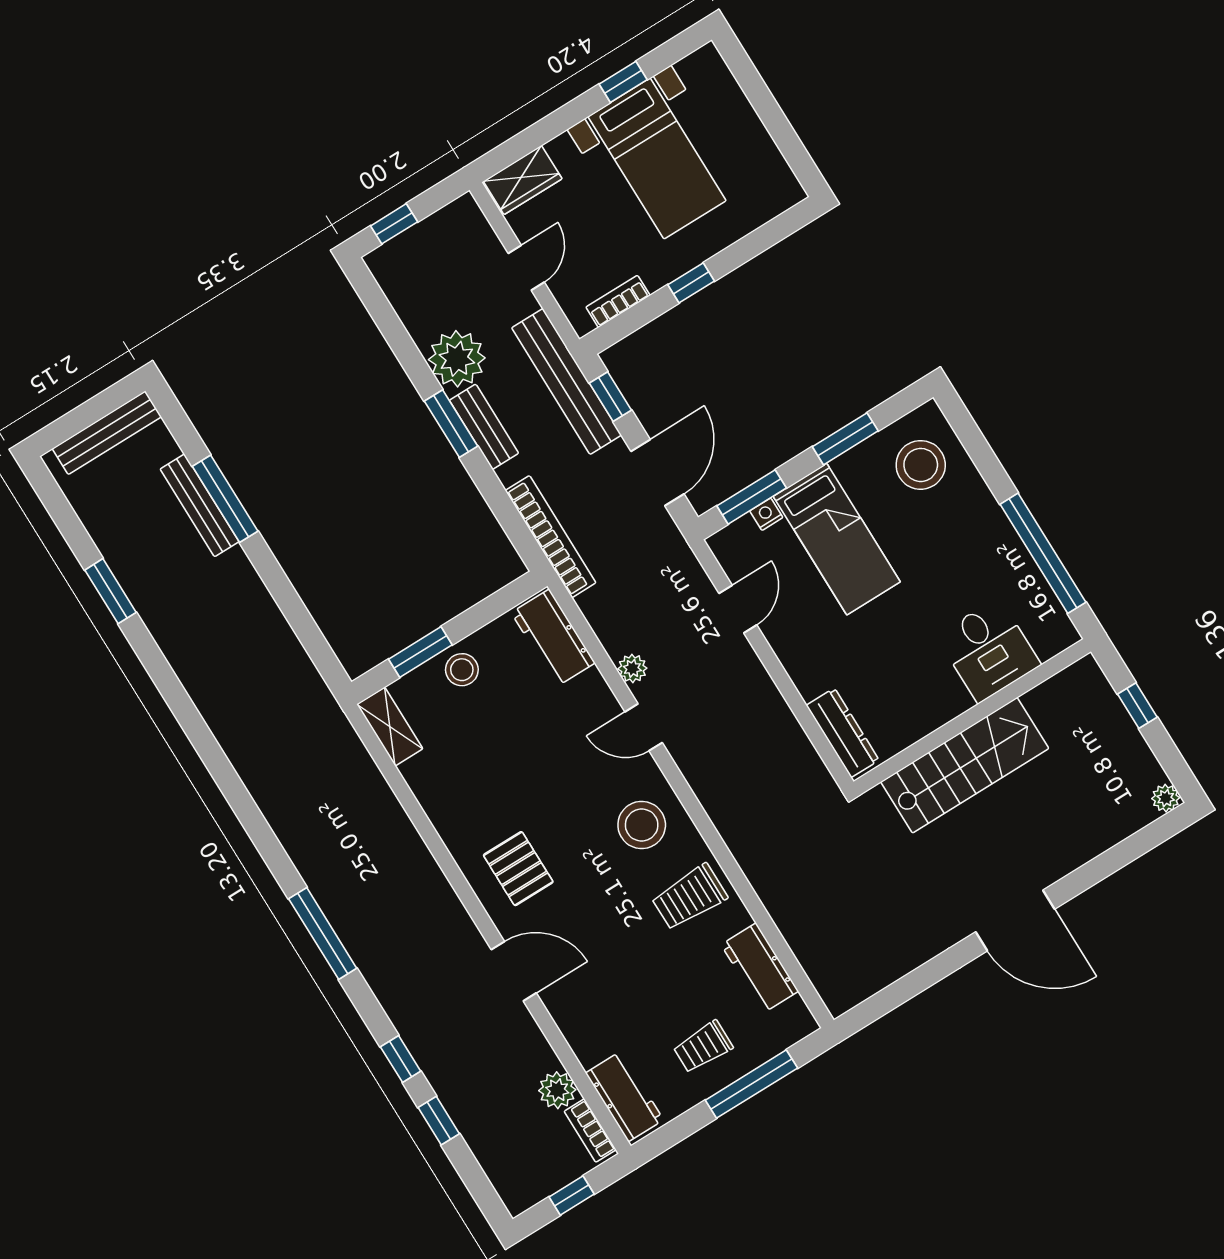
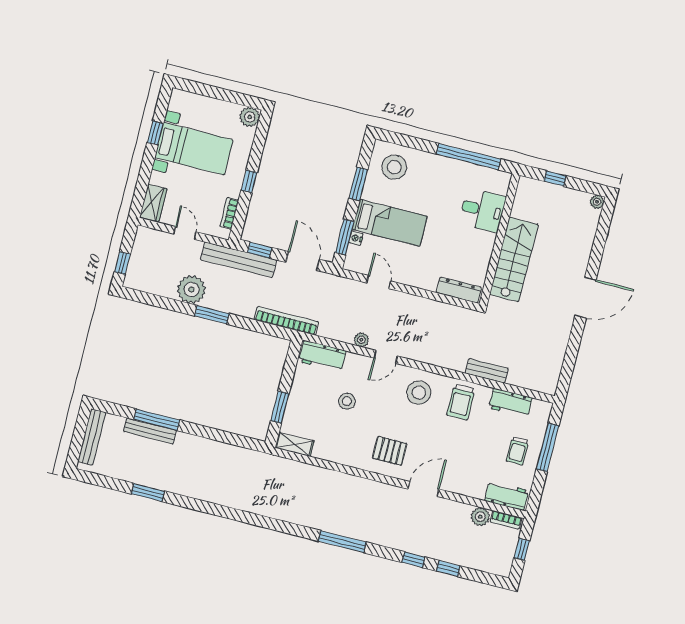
plant: (782, 190) -> (250, 117), added
bench: (484, 427) -> (487, 371), moved
stool: (462, 670) -> (347, 401), moved

